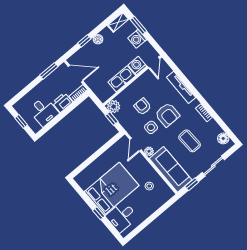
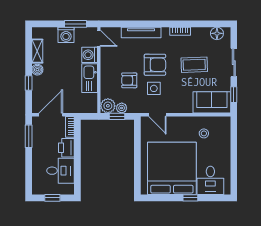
shelving: (118, 22) -> (37, 51), moved
window: (138, 25) -> (76, 24), moved
plant: (149, 151) -> (122, 108), moved
sofa: (171, 169) -> (212, 102), width x0.73
bed: (112, 189) -> (172, 168), width x1.36

